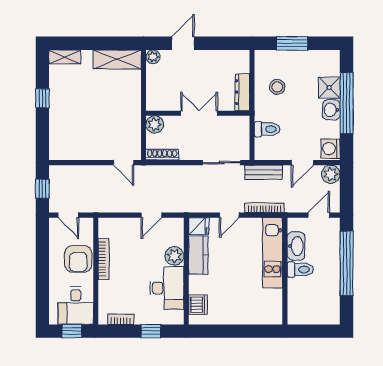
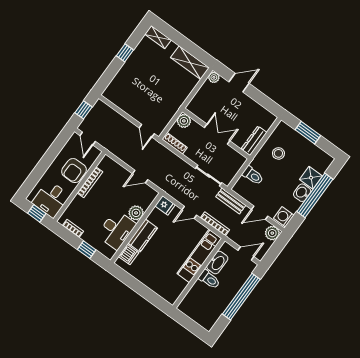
kitchen counter: (198, 255) -> (143, 236), moved

